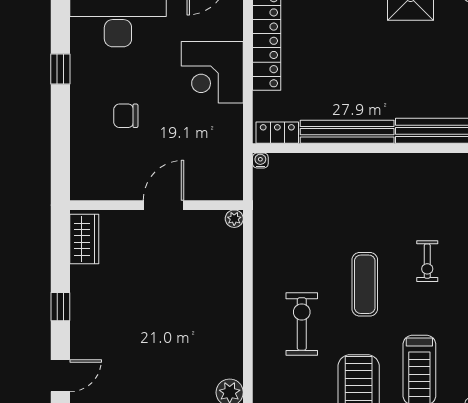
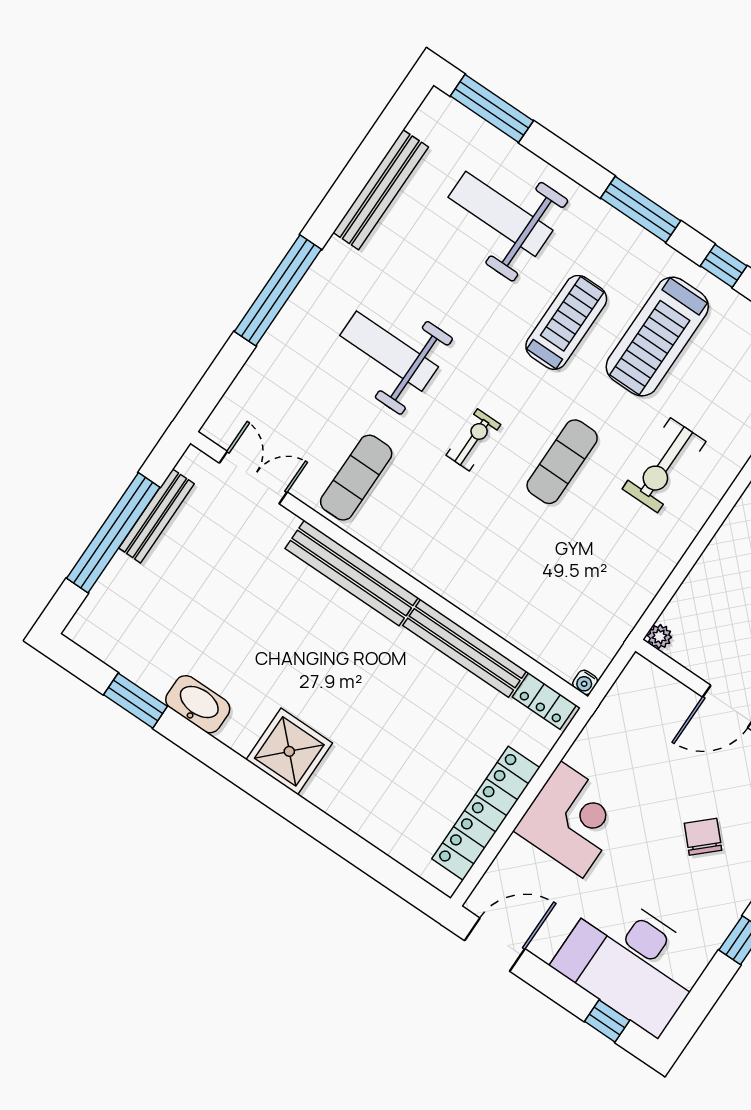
chair: (126, 116) -> (703, 837), turned -133

